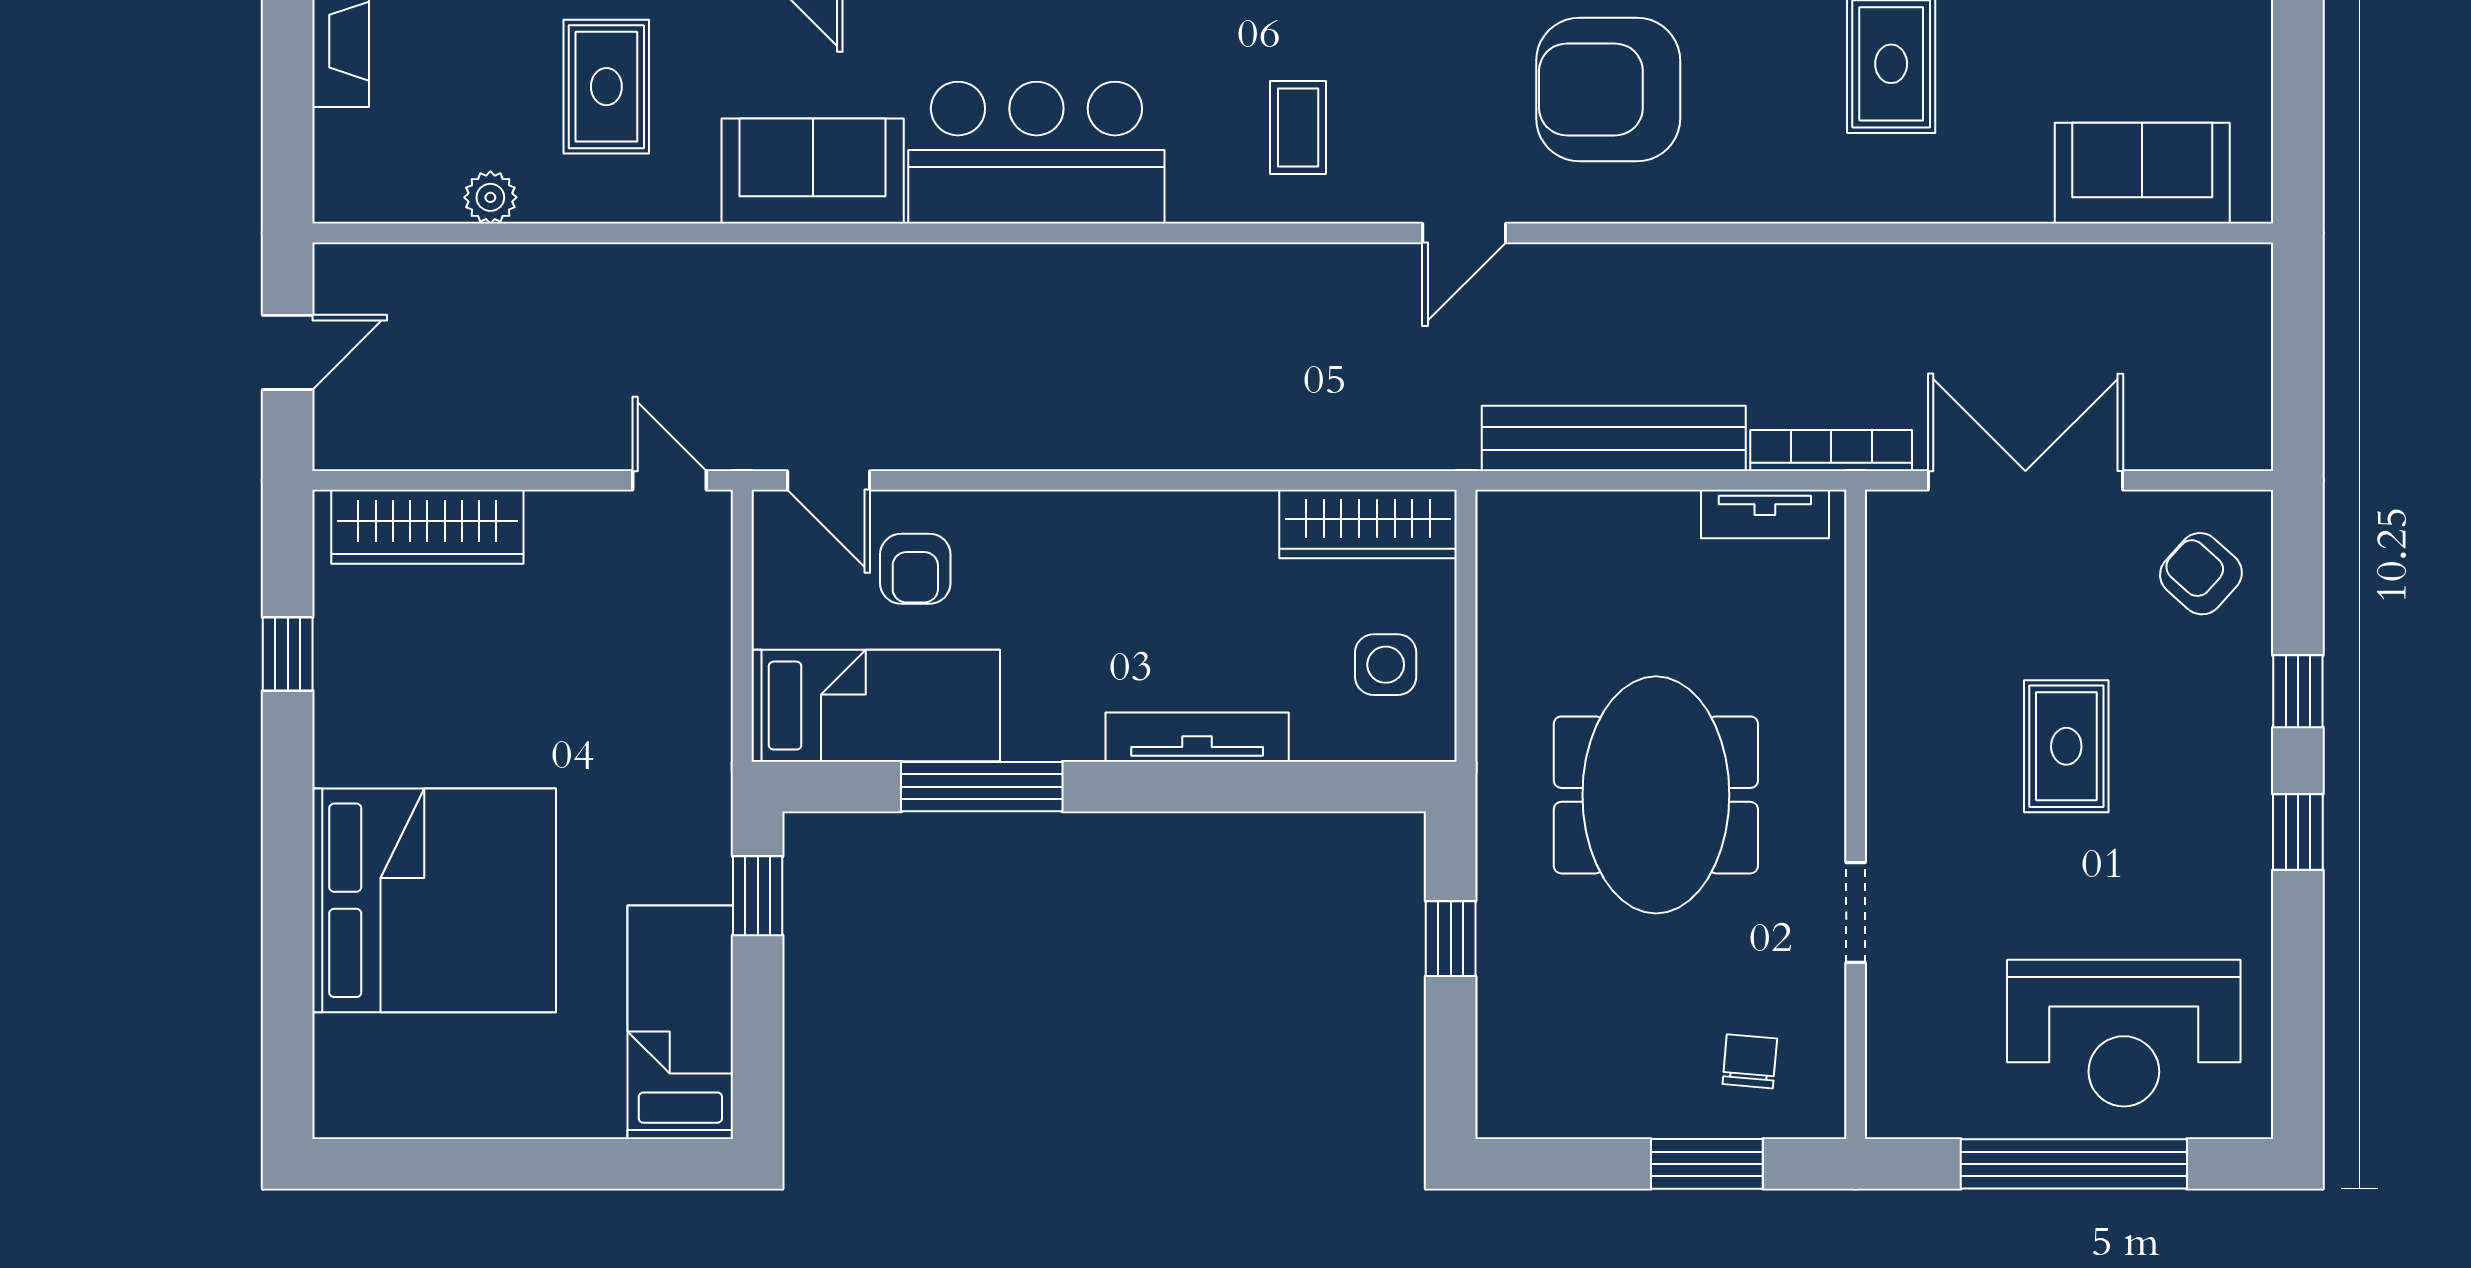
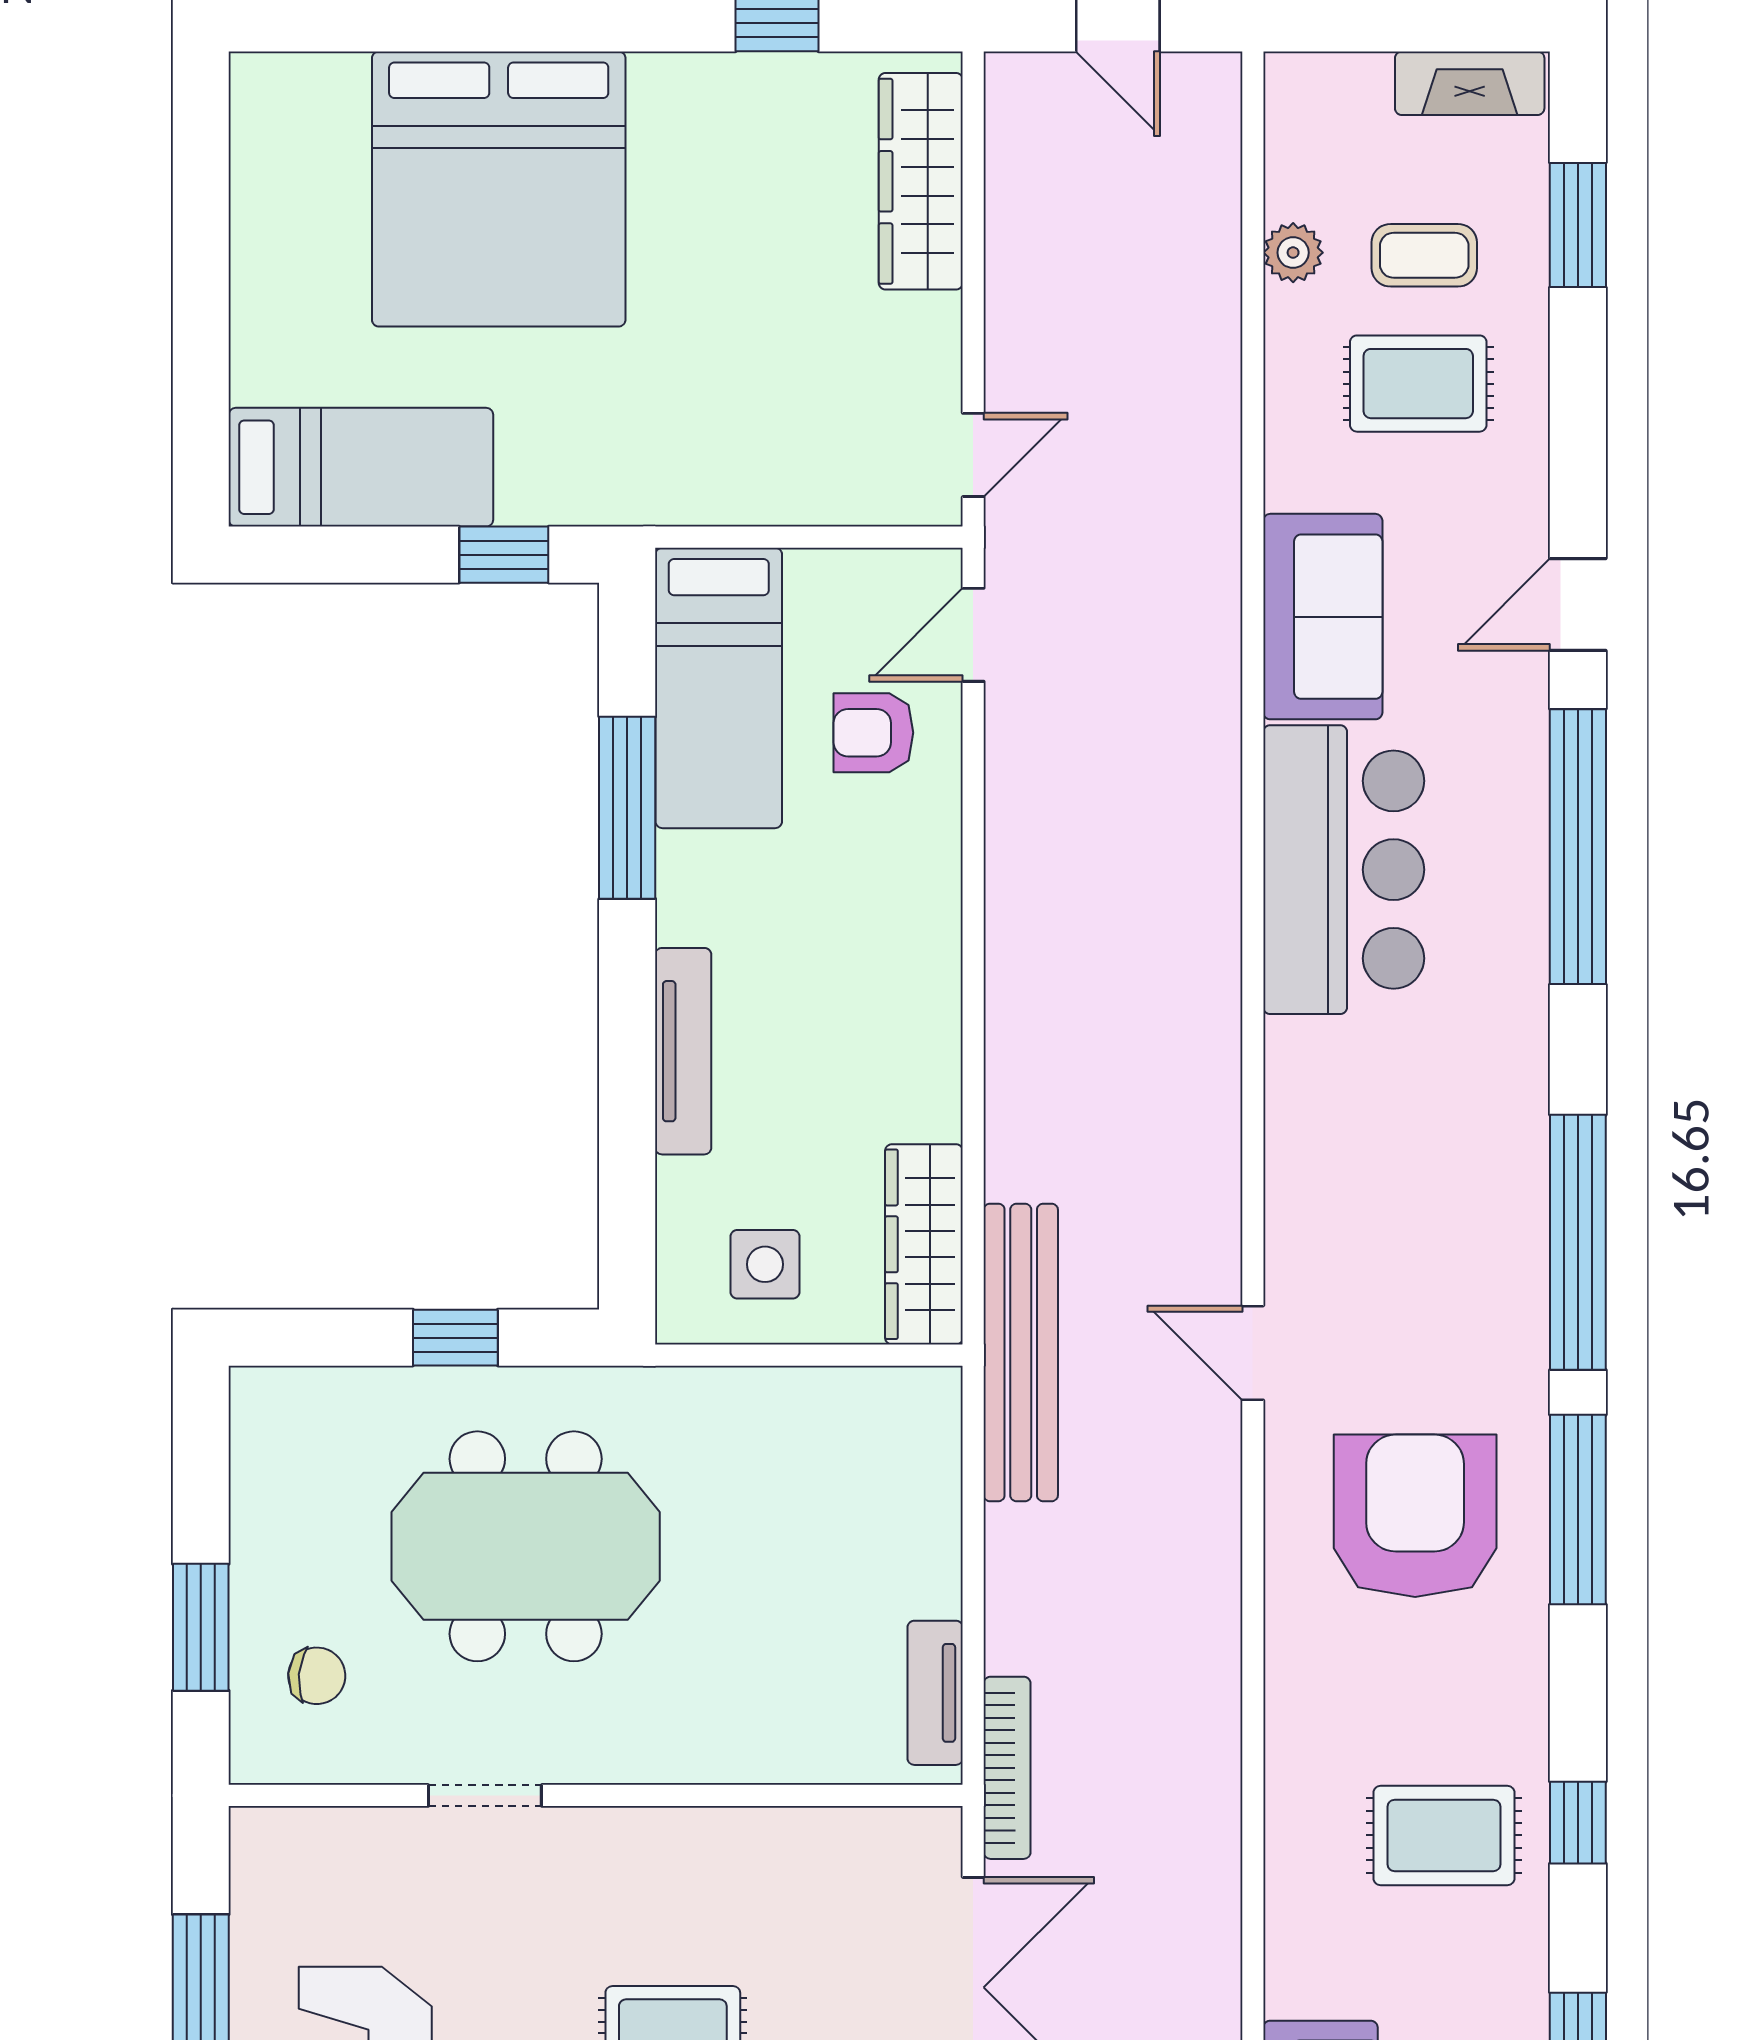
coffee table: (1298, 127) -> (1424, 255), moved
bench: (1614, 438) -> (1021, 1352), moved
meeting table: (1656, 795) -> (526, 1546), moved

